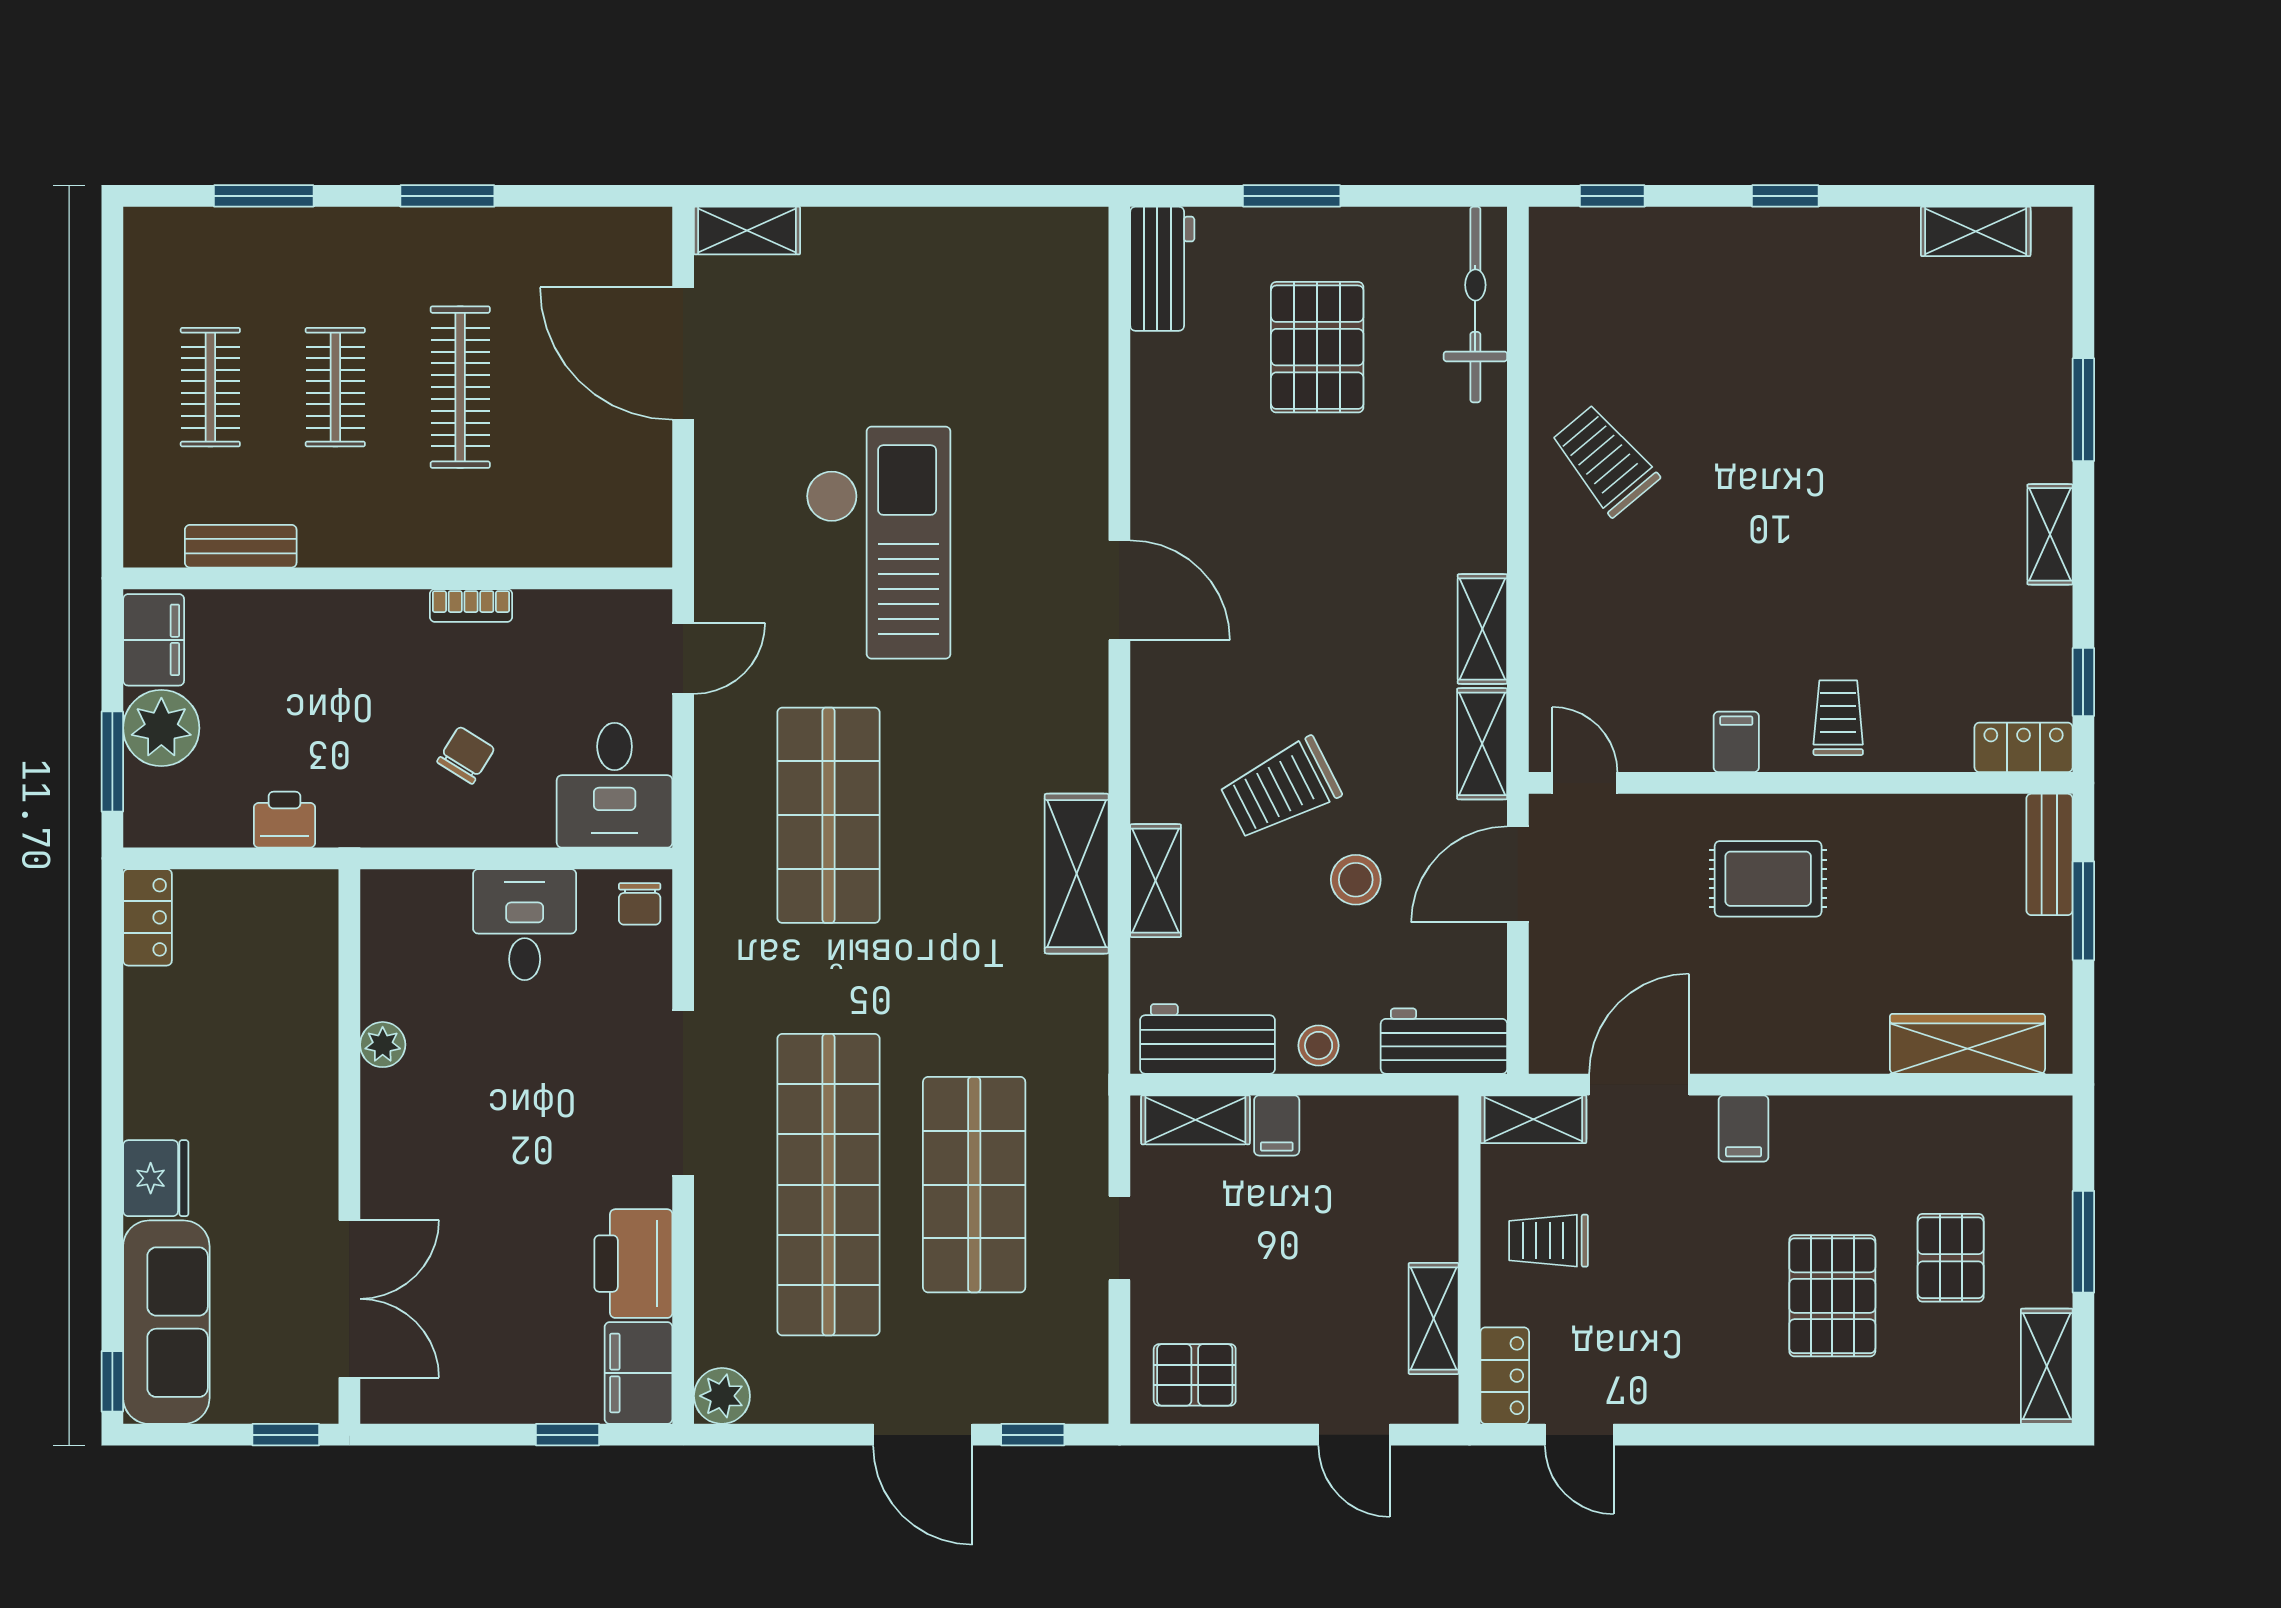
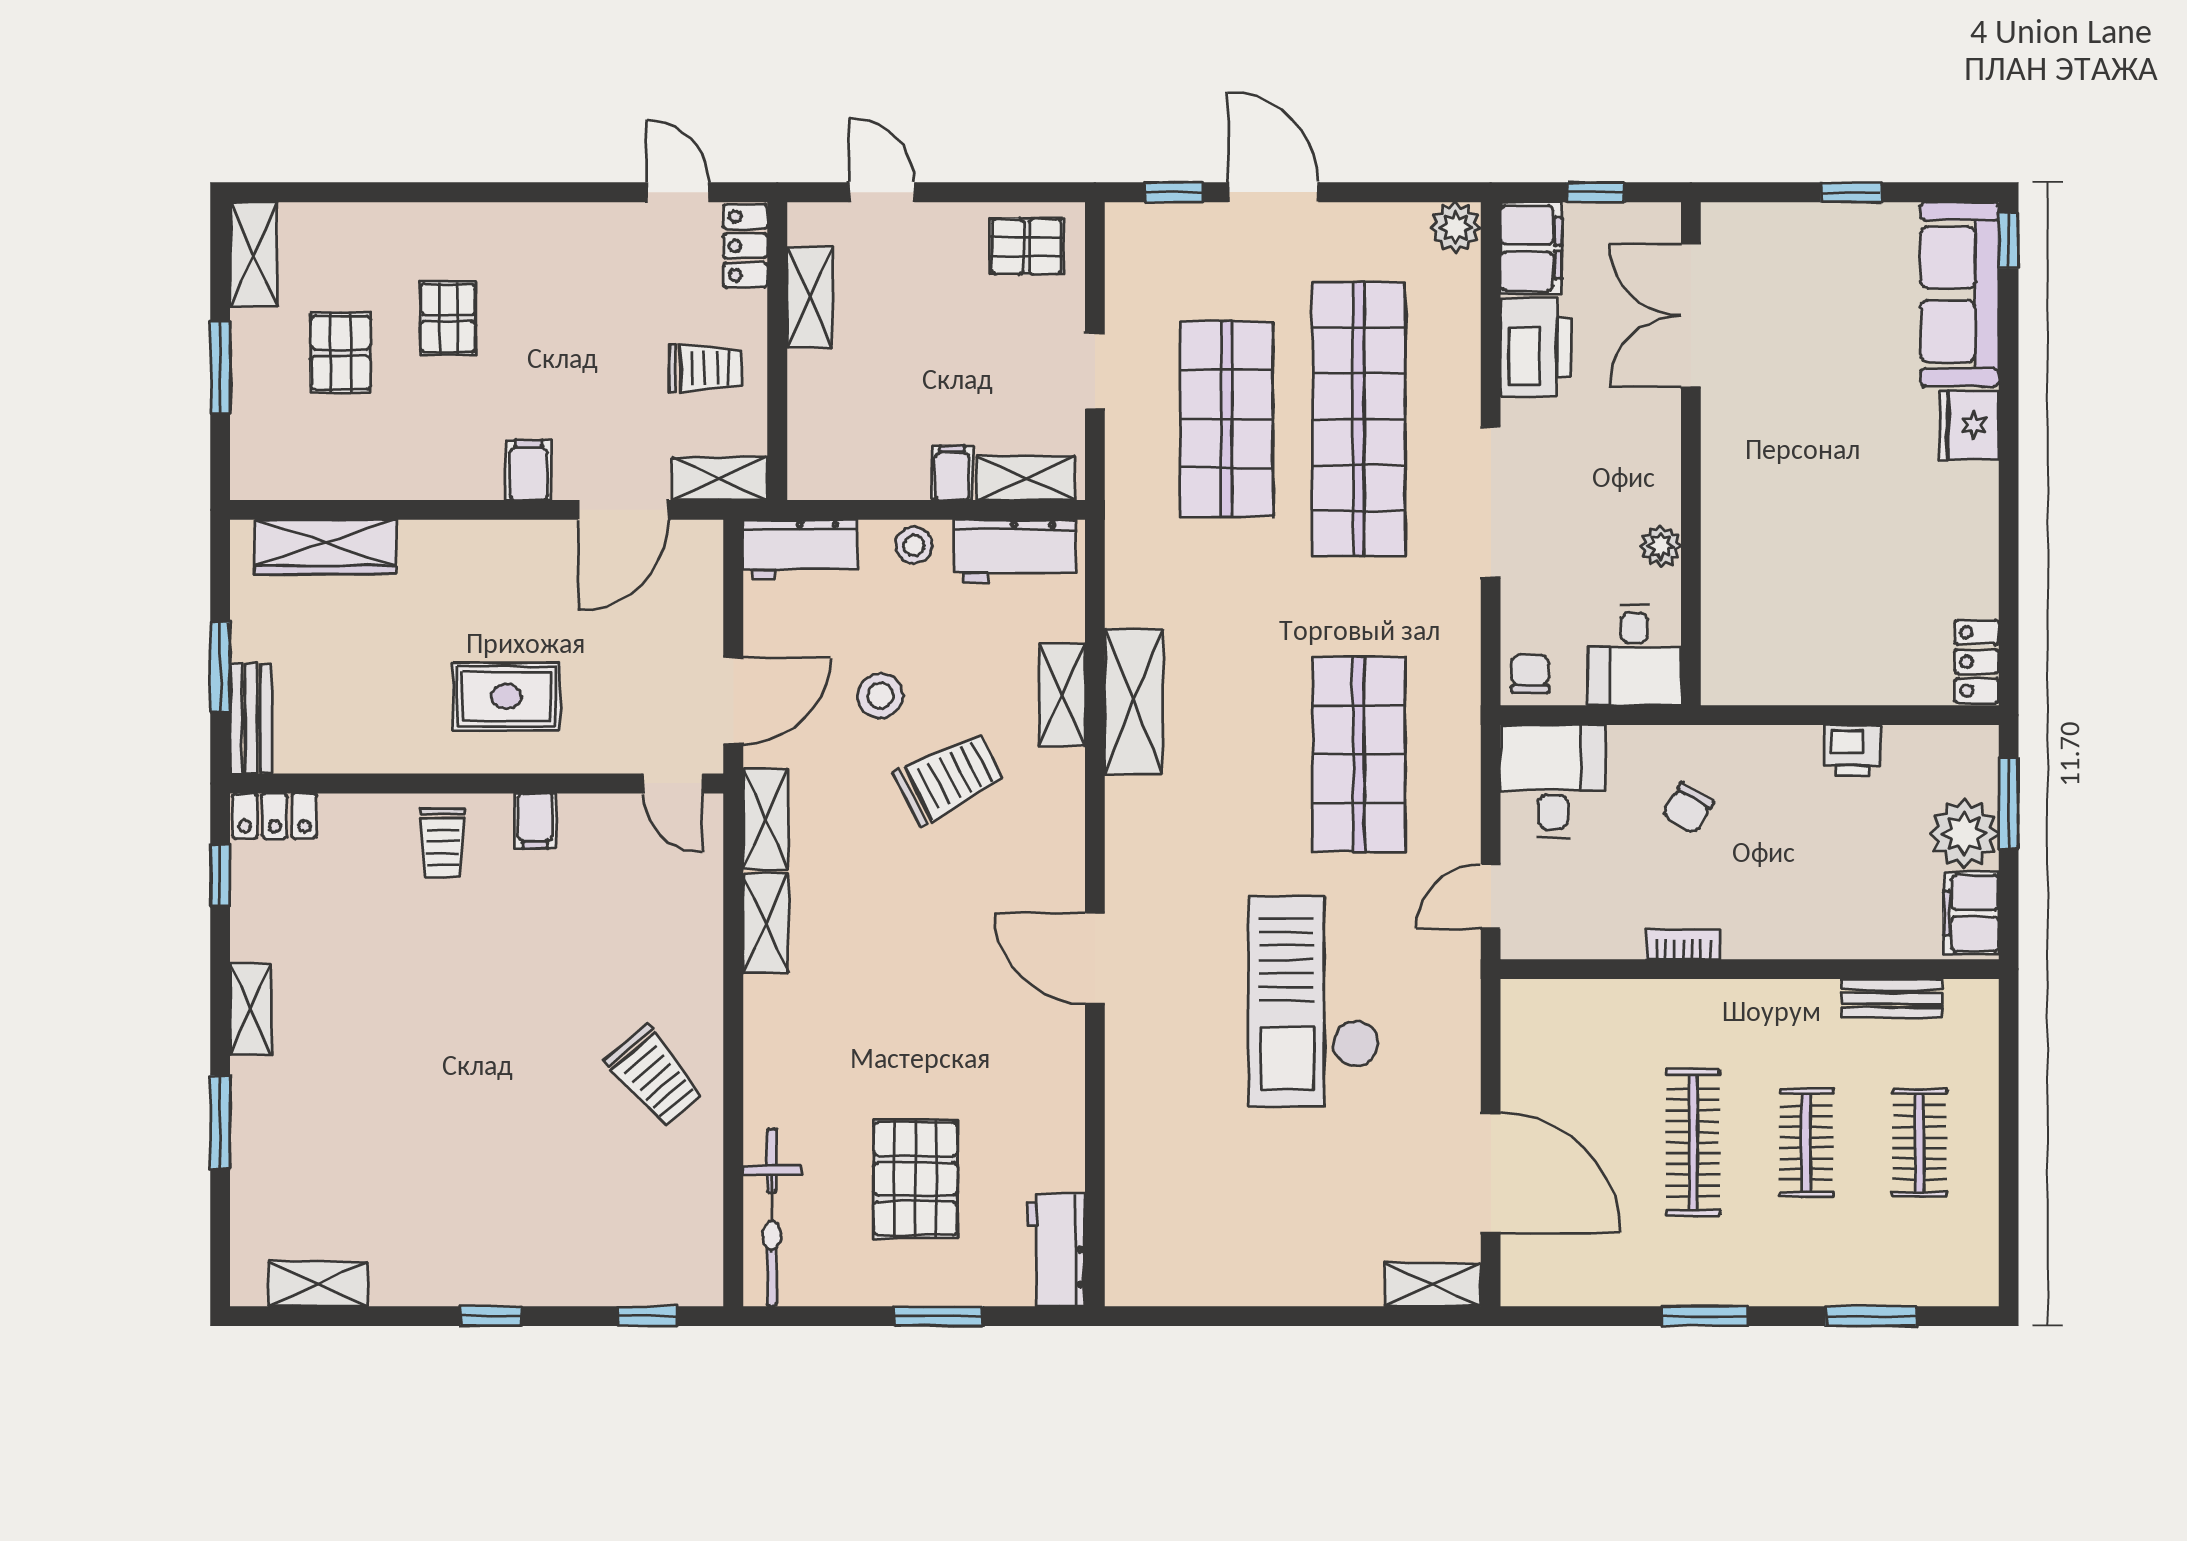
plant: (383, 1045) -> (1661, 546), moved
wall: (349, 1146) -> (1691, 454), moved
pallet: (1832, 1296) -> (448, 318), width x0.67, depth x0.71
double door: (349, 1299) -> (1691, 315), moved

